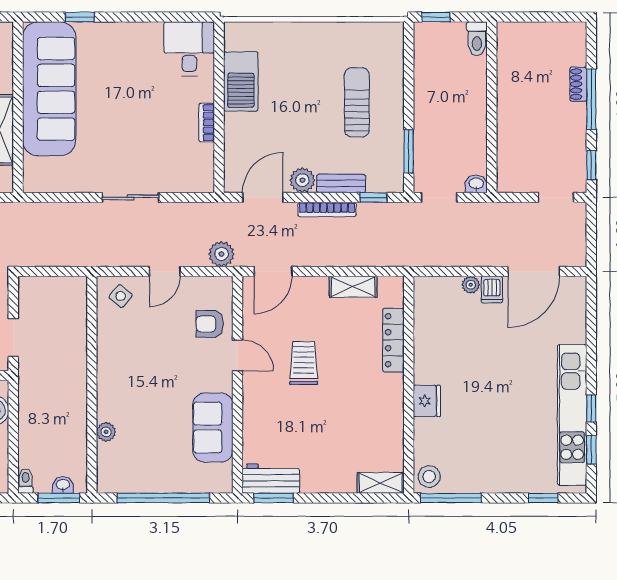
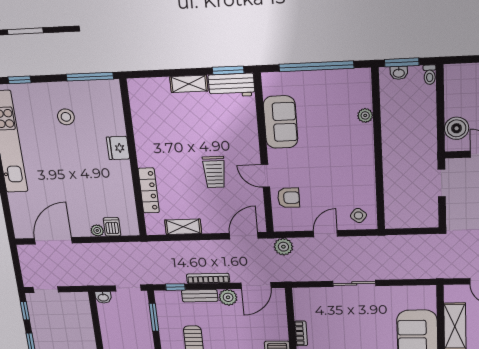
dishwasher: (492, 290) -> (112, 227), moved
stool: (429, 476) -> (66, 117), moved
shelving: (381, 483) -> (189, 84), moved

